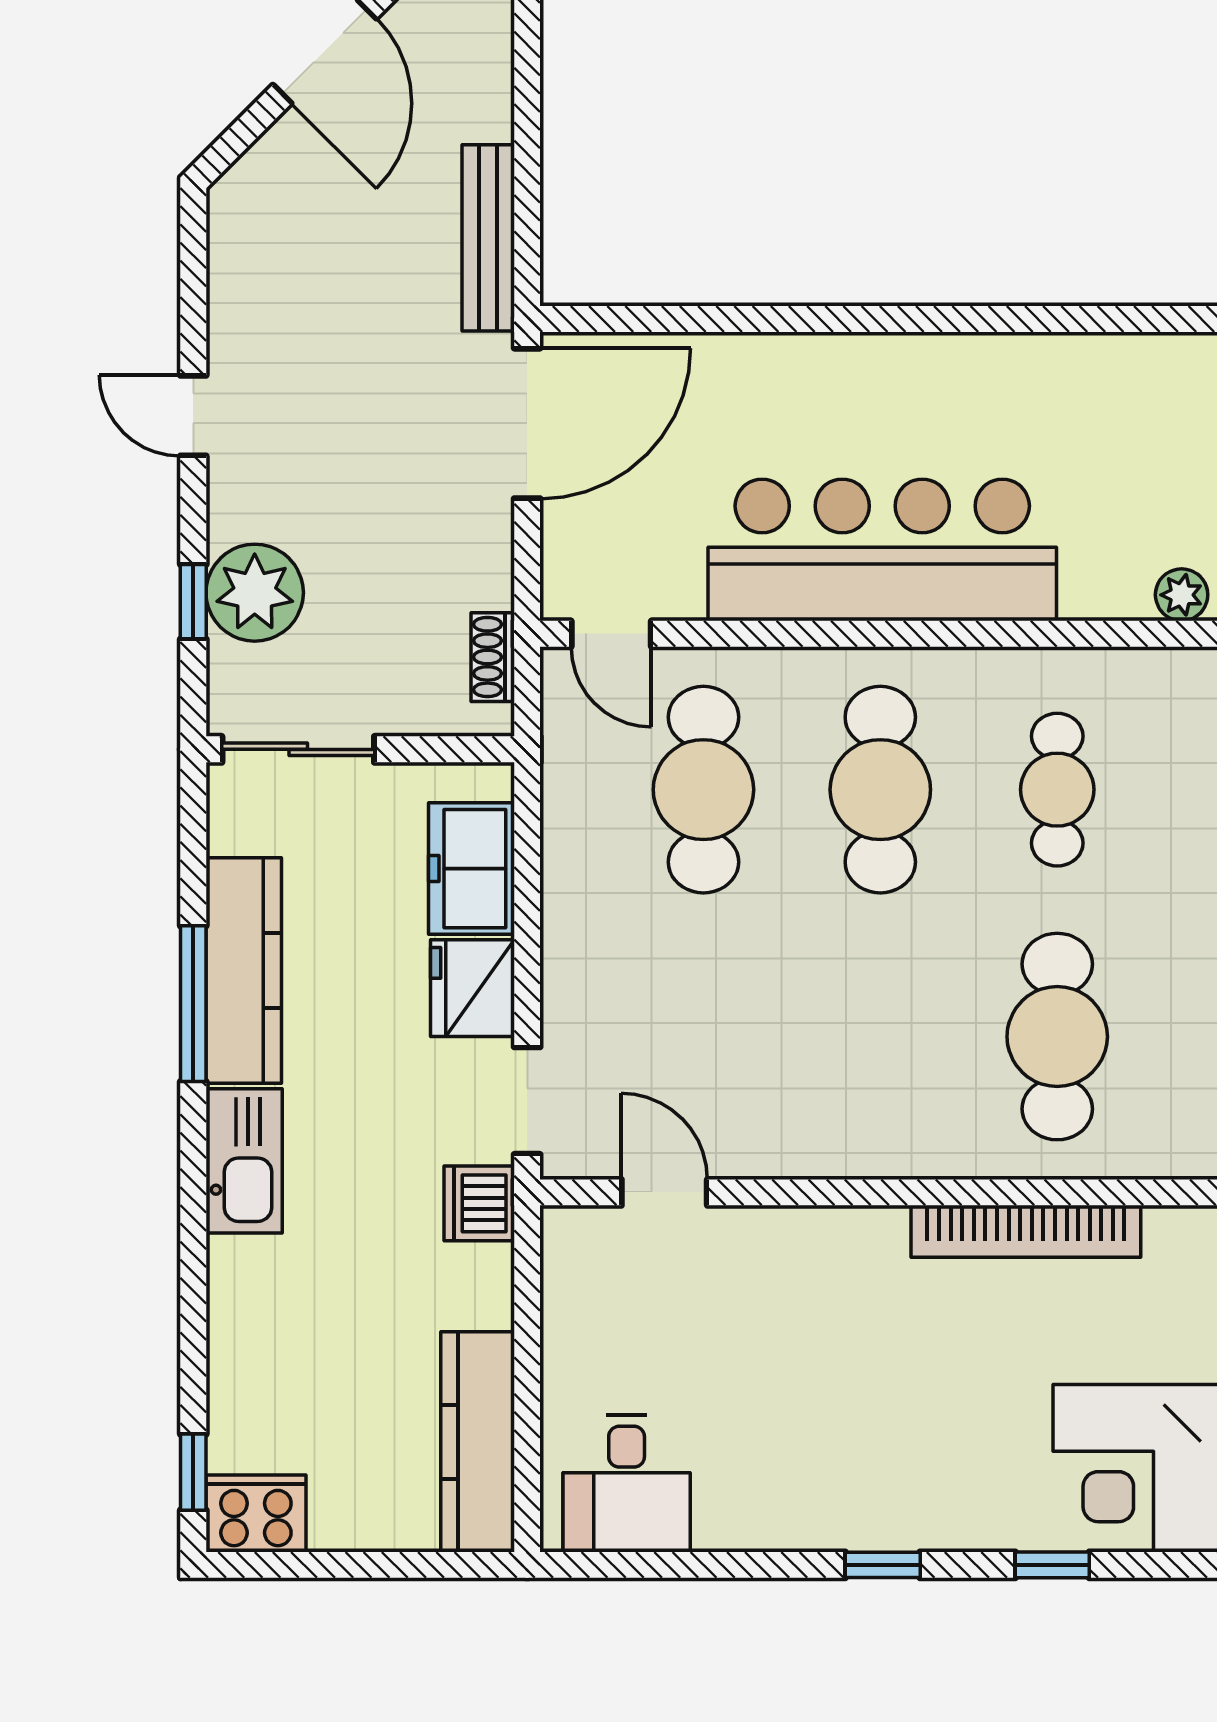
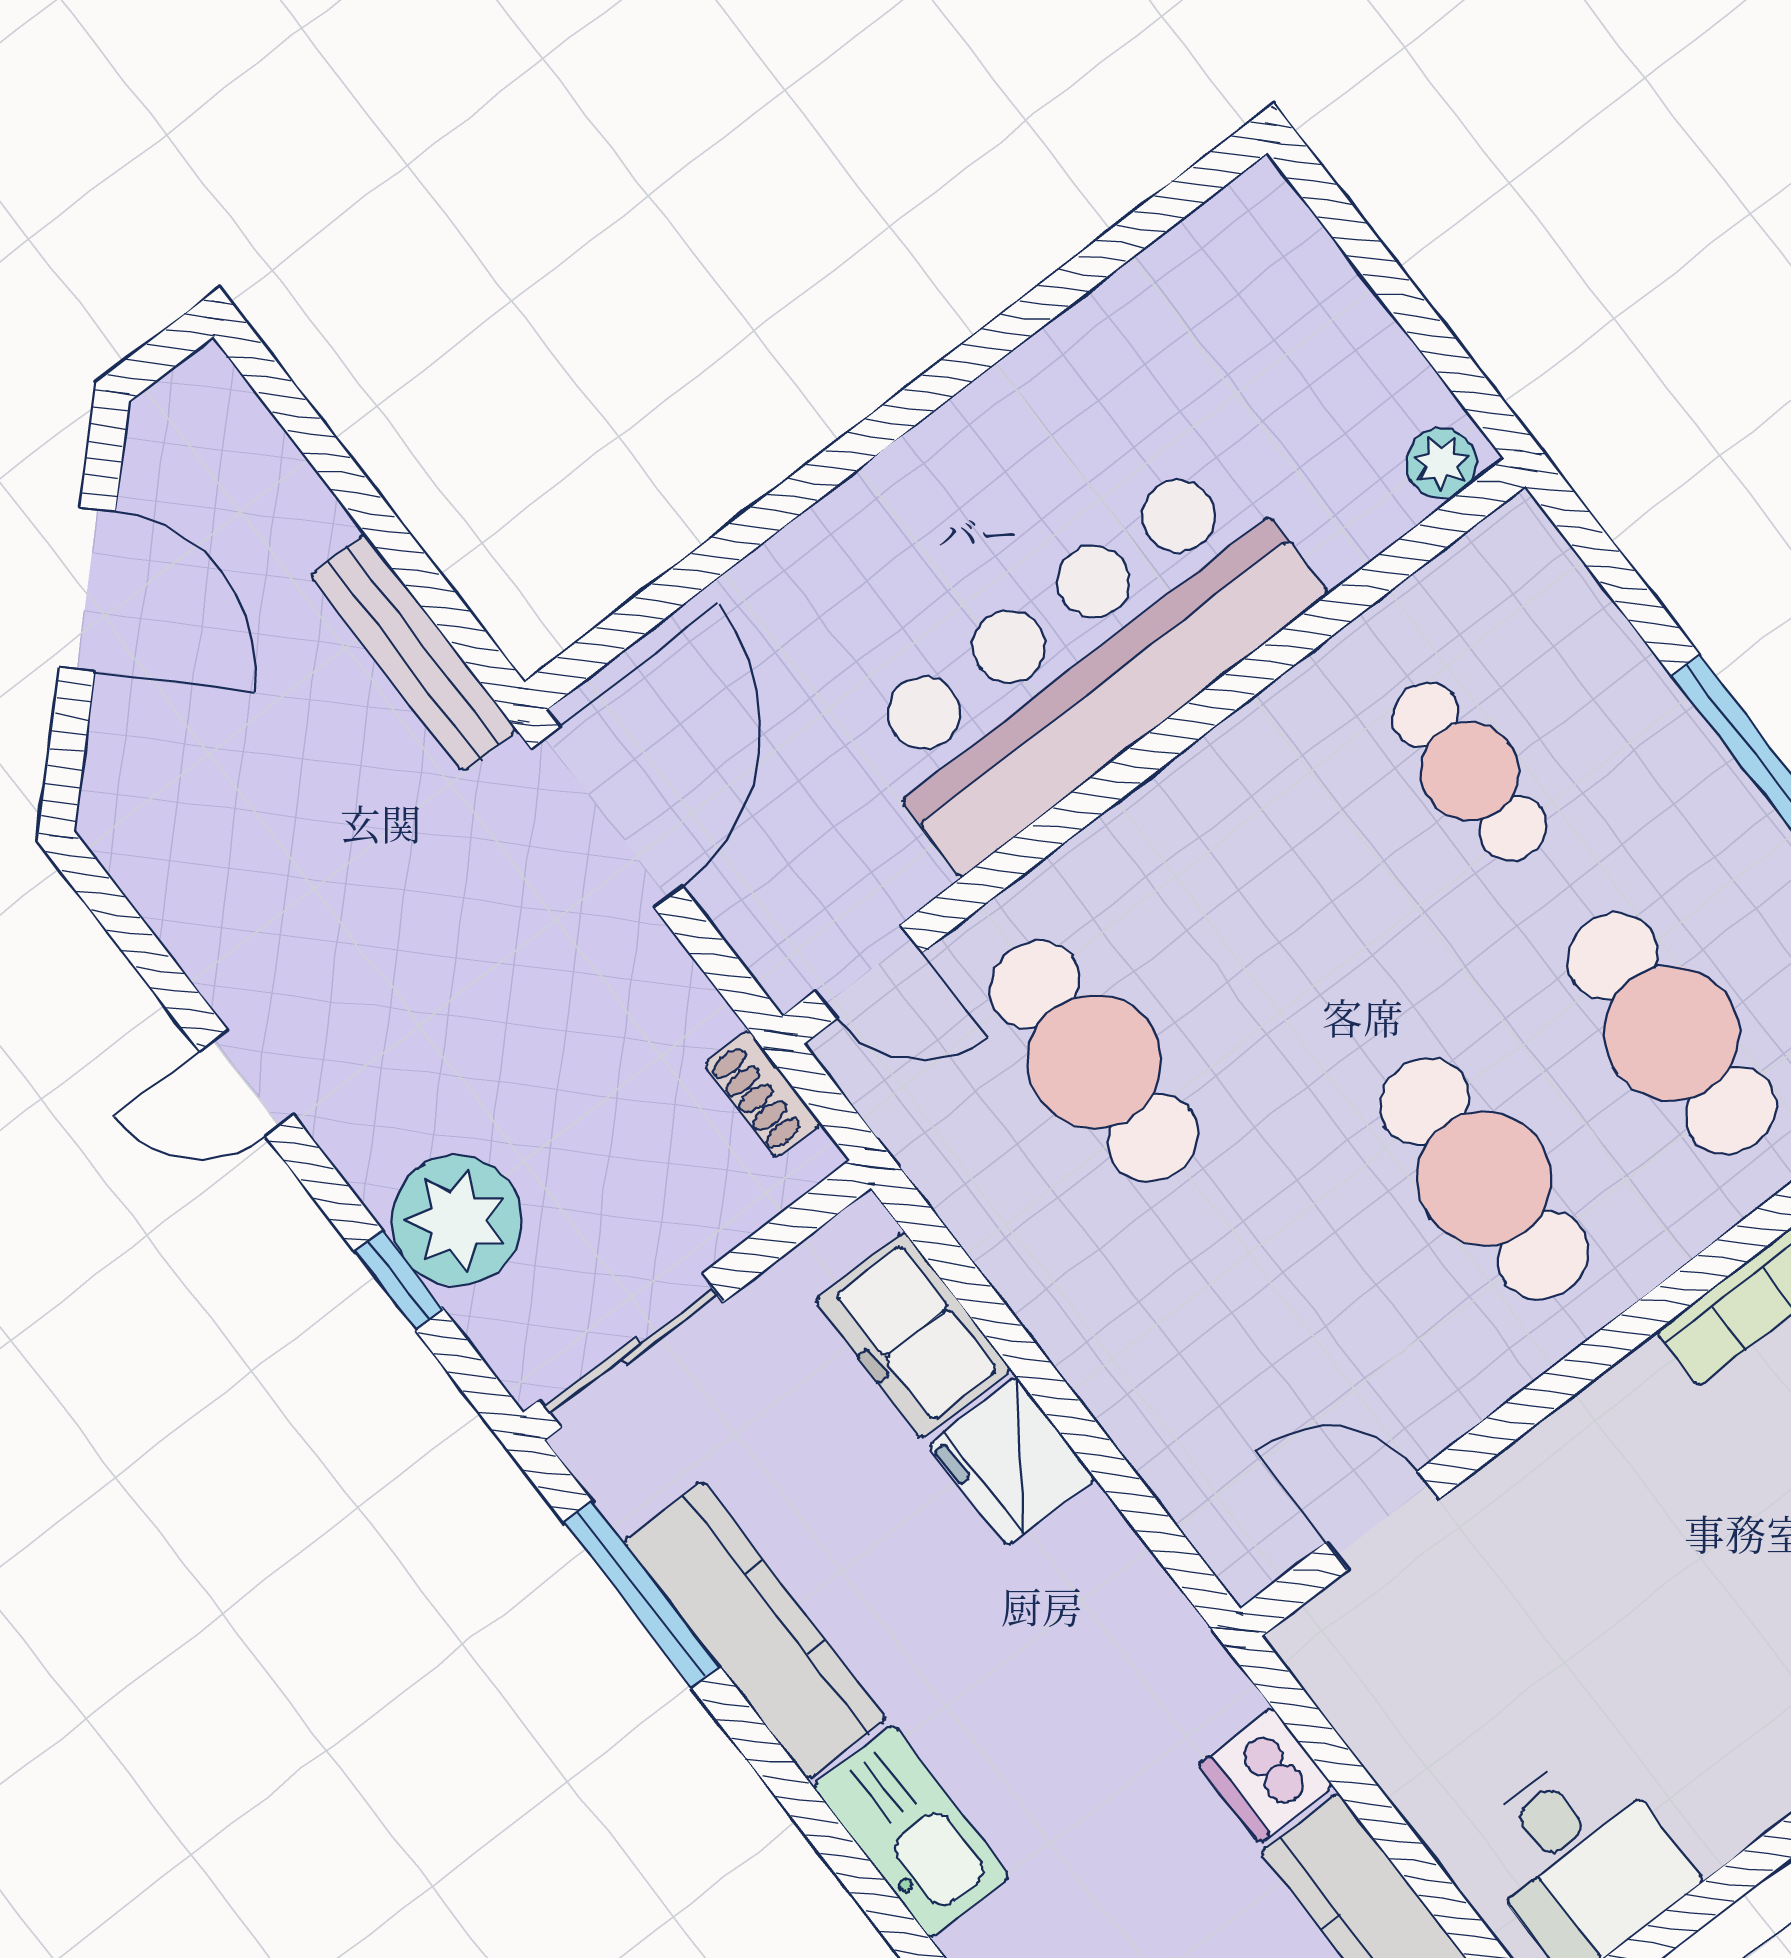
cafe table: (880, 790) -> (1484, 1178), moved
window: (193, 1004) -> (642, 1595), moved
doorway: (527, 1101) -> (1162, 1536), removed
dishwasher: (479, 1203) -> (1266, 1775), moved

